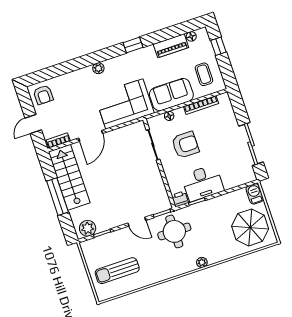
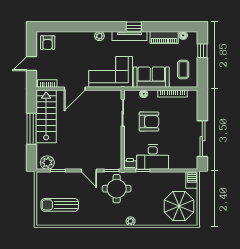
tv unit: (132, 57) -> (130, 36), added

